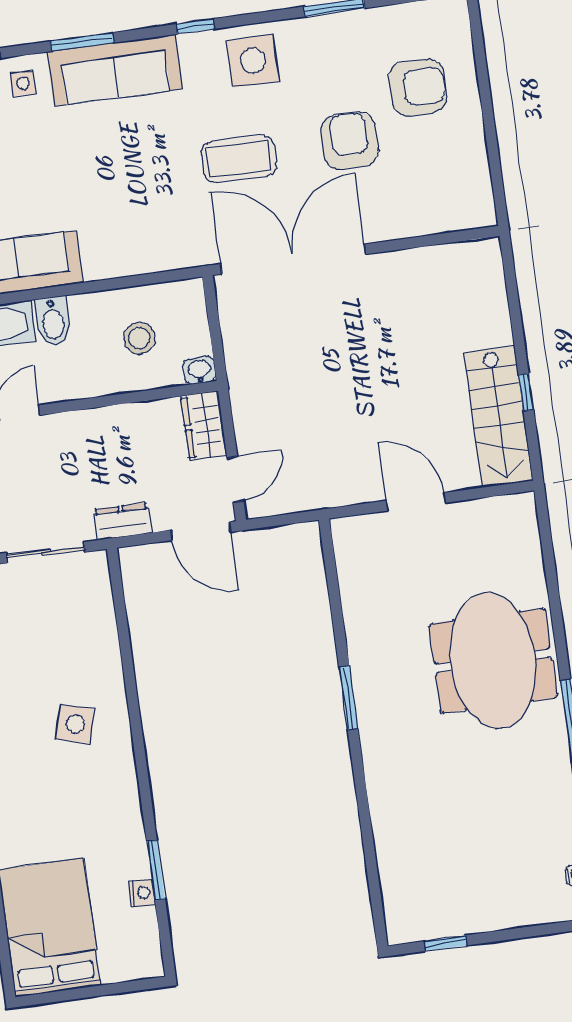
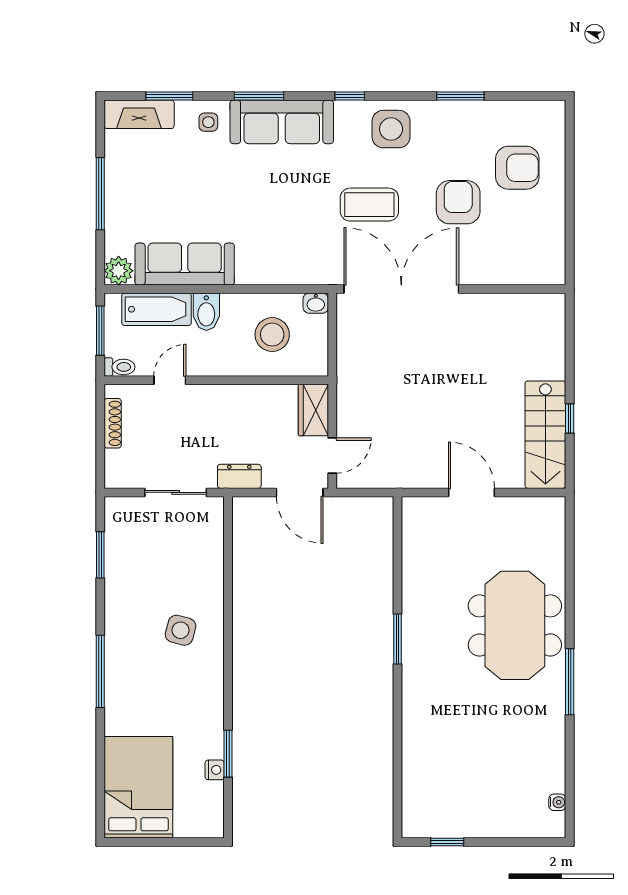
stool: (139, 338) -> (272, 335), width x1.38, depth x1.38
washbasin: (199, 370) -> (316, 303), moved, turned 180

